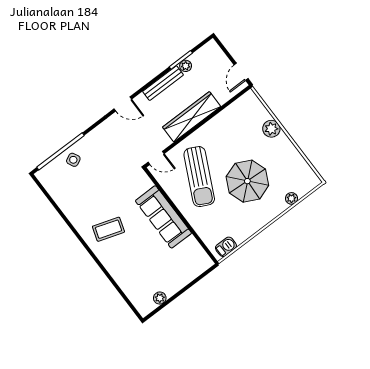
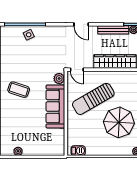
sun lounger: (199, 177) -> (93, 99), turned 34
plant: (144, 183) -> (59, 79), added

